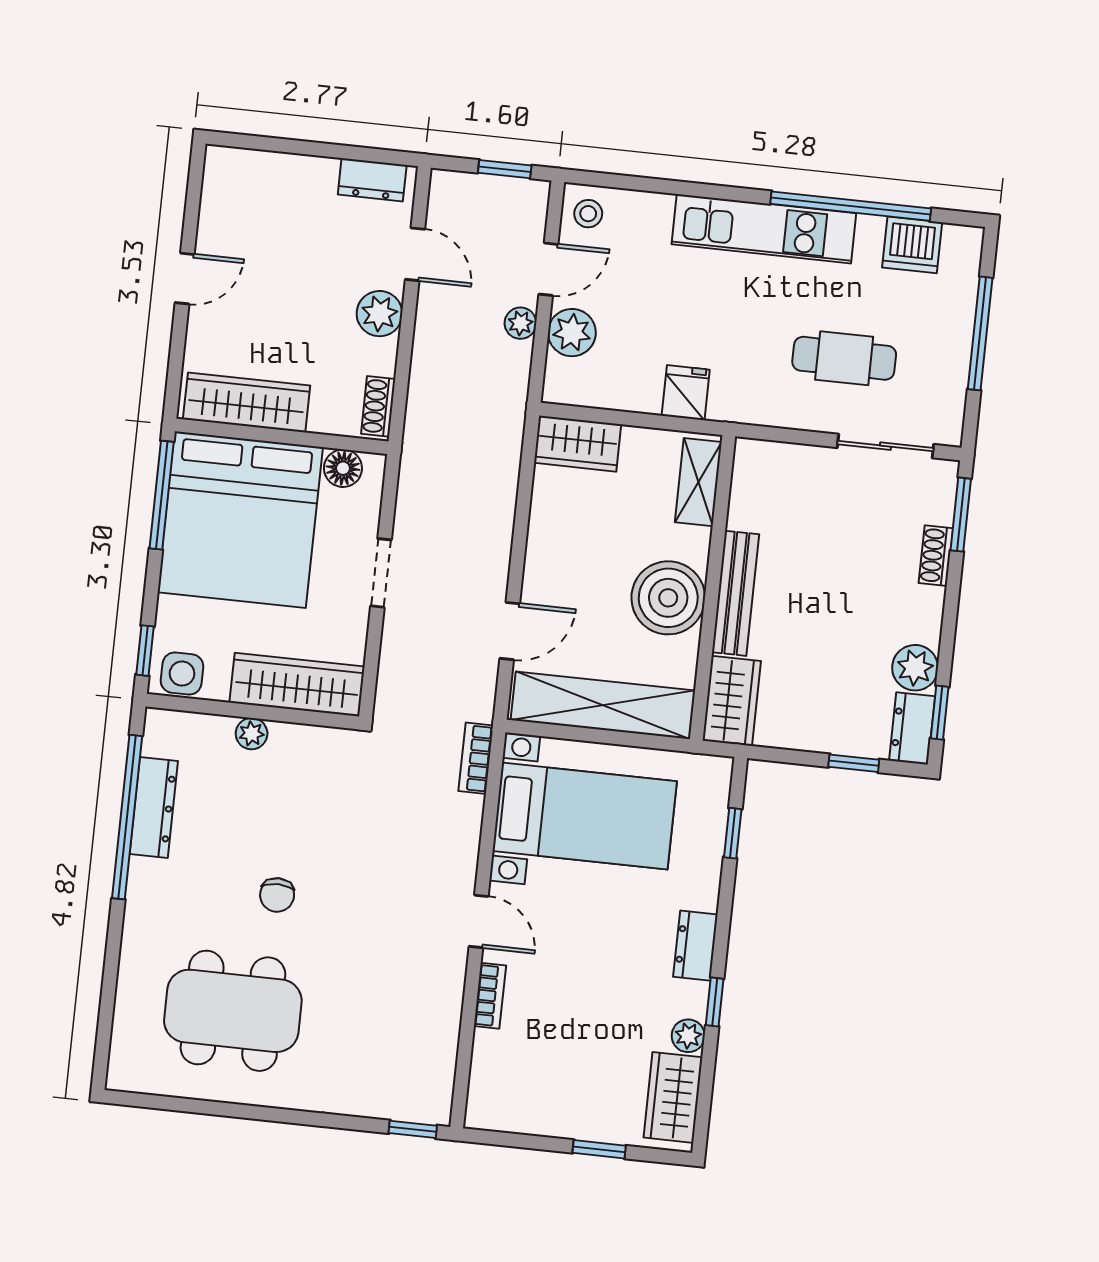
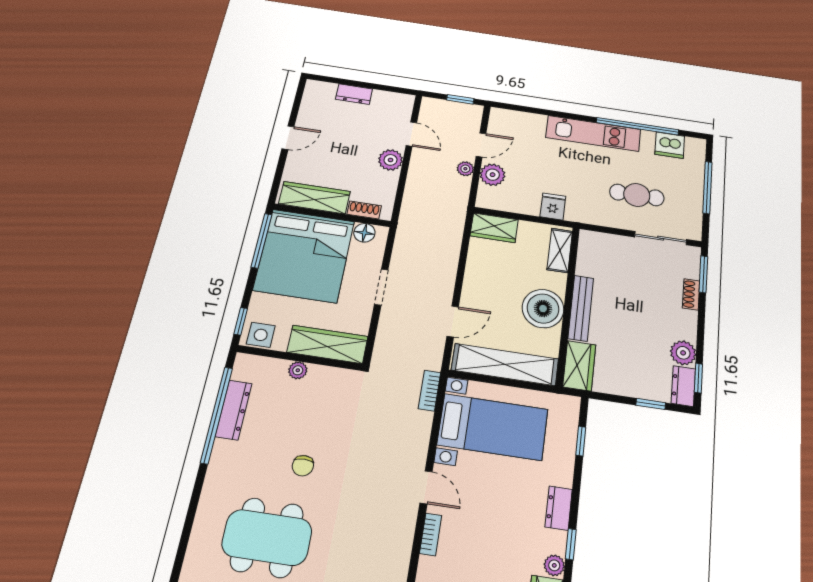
dresser: (372, 180) -> (354, 94), moved
stool: (588, 214) -> (503, 121), removed
shoe rack: (378, 406) -> (364, 210), moved, turned 90

